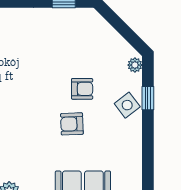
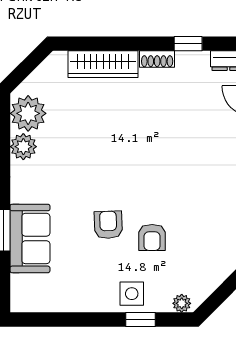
side table: (127, 105) -> (132, 294), turned 37

